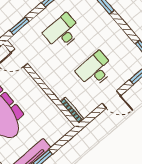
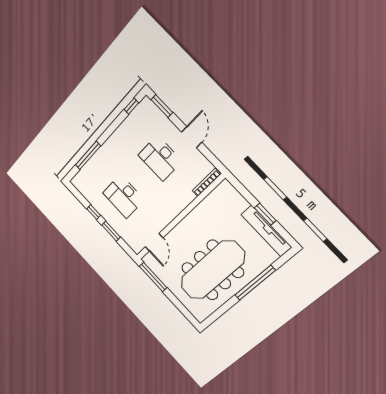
window: (19, 26) -> (111, 231), moved

